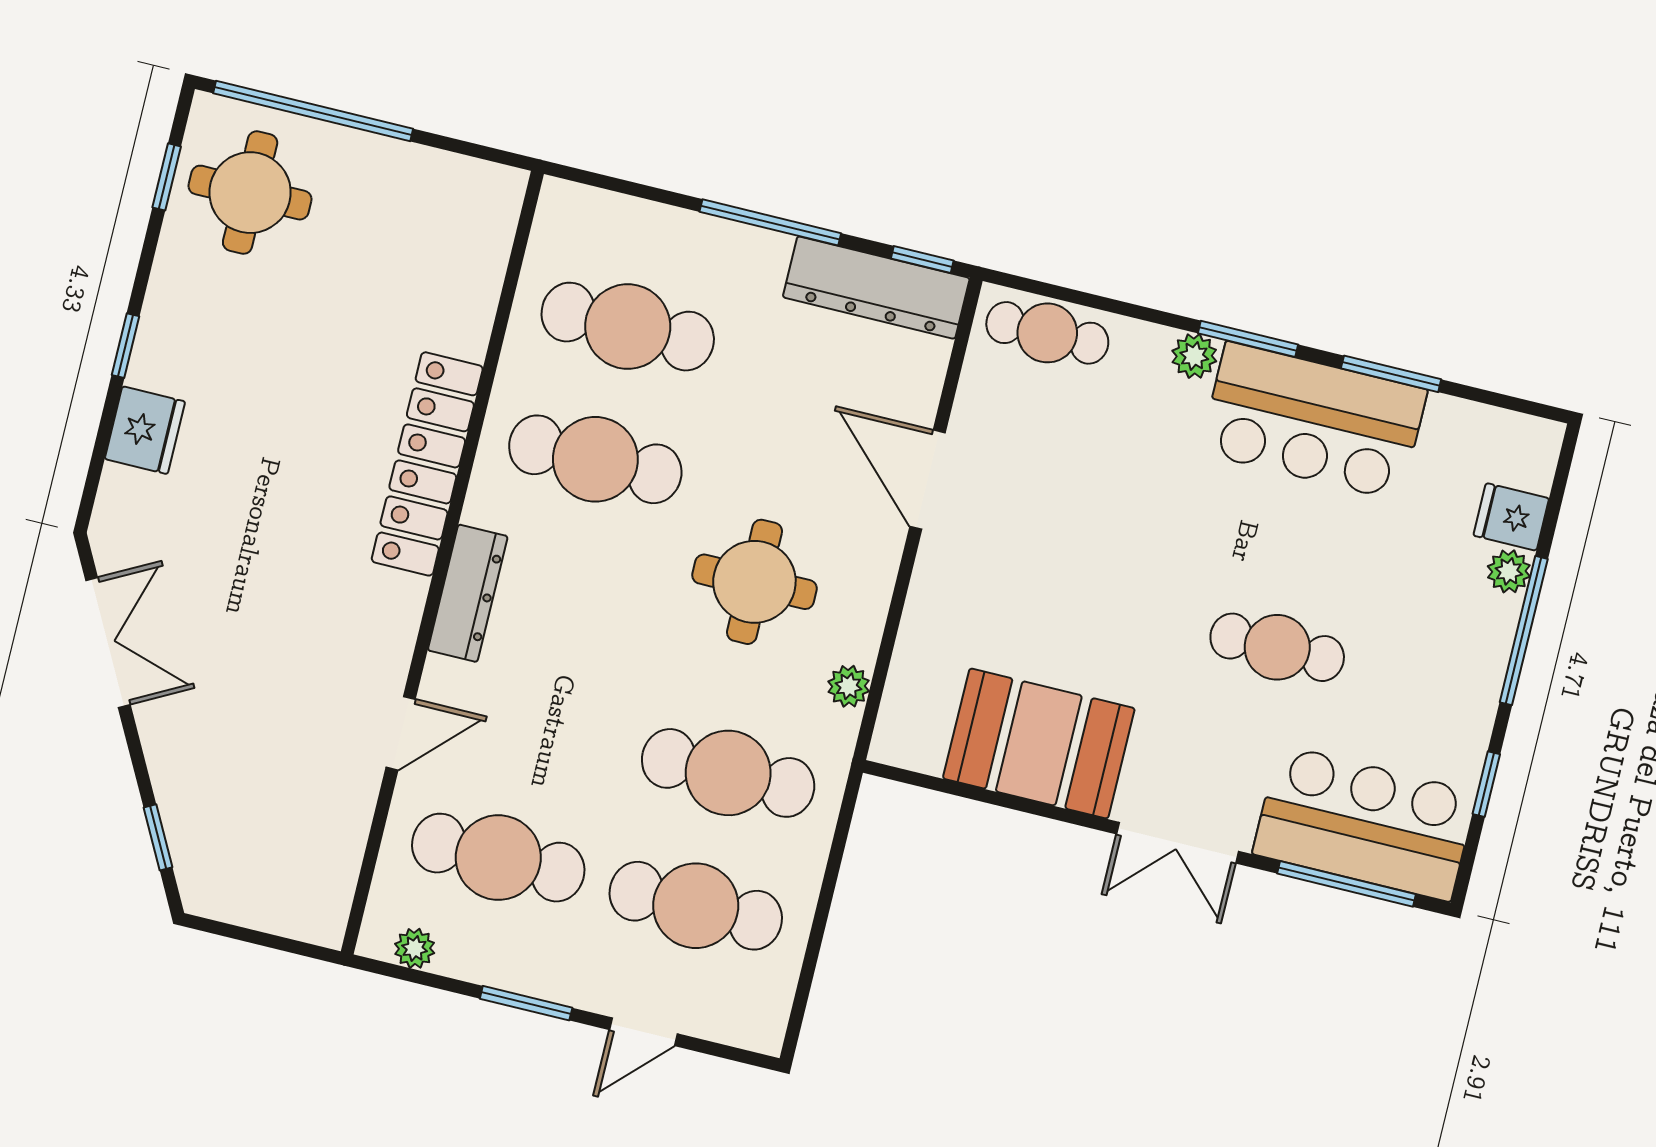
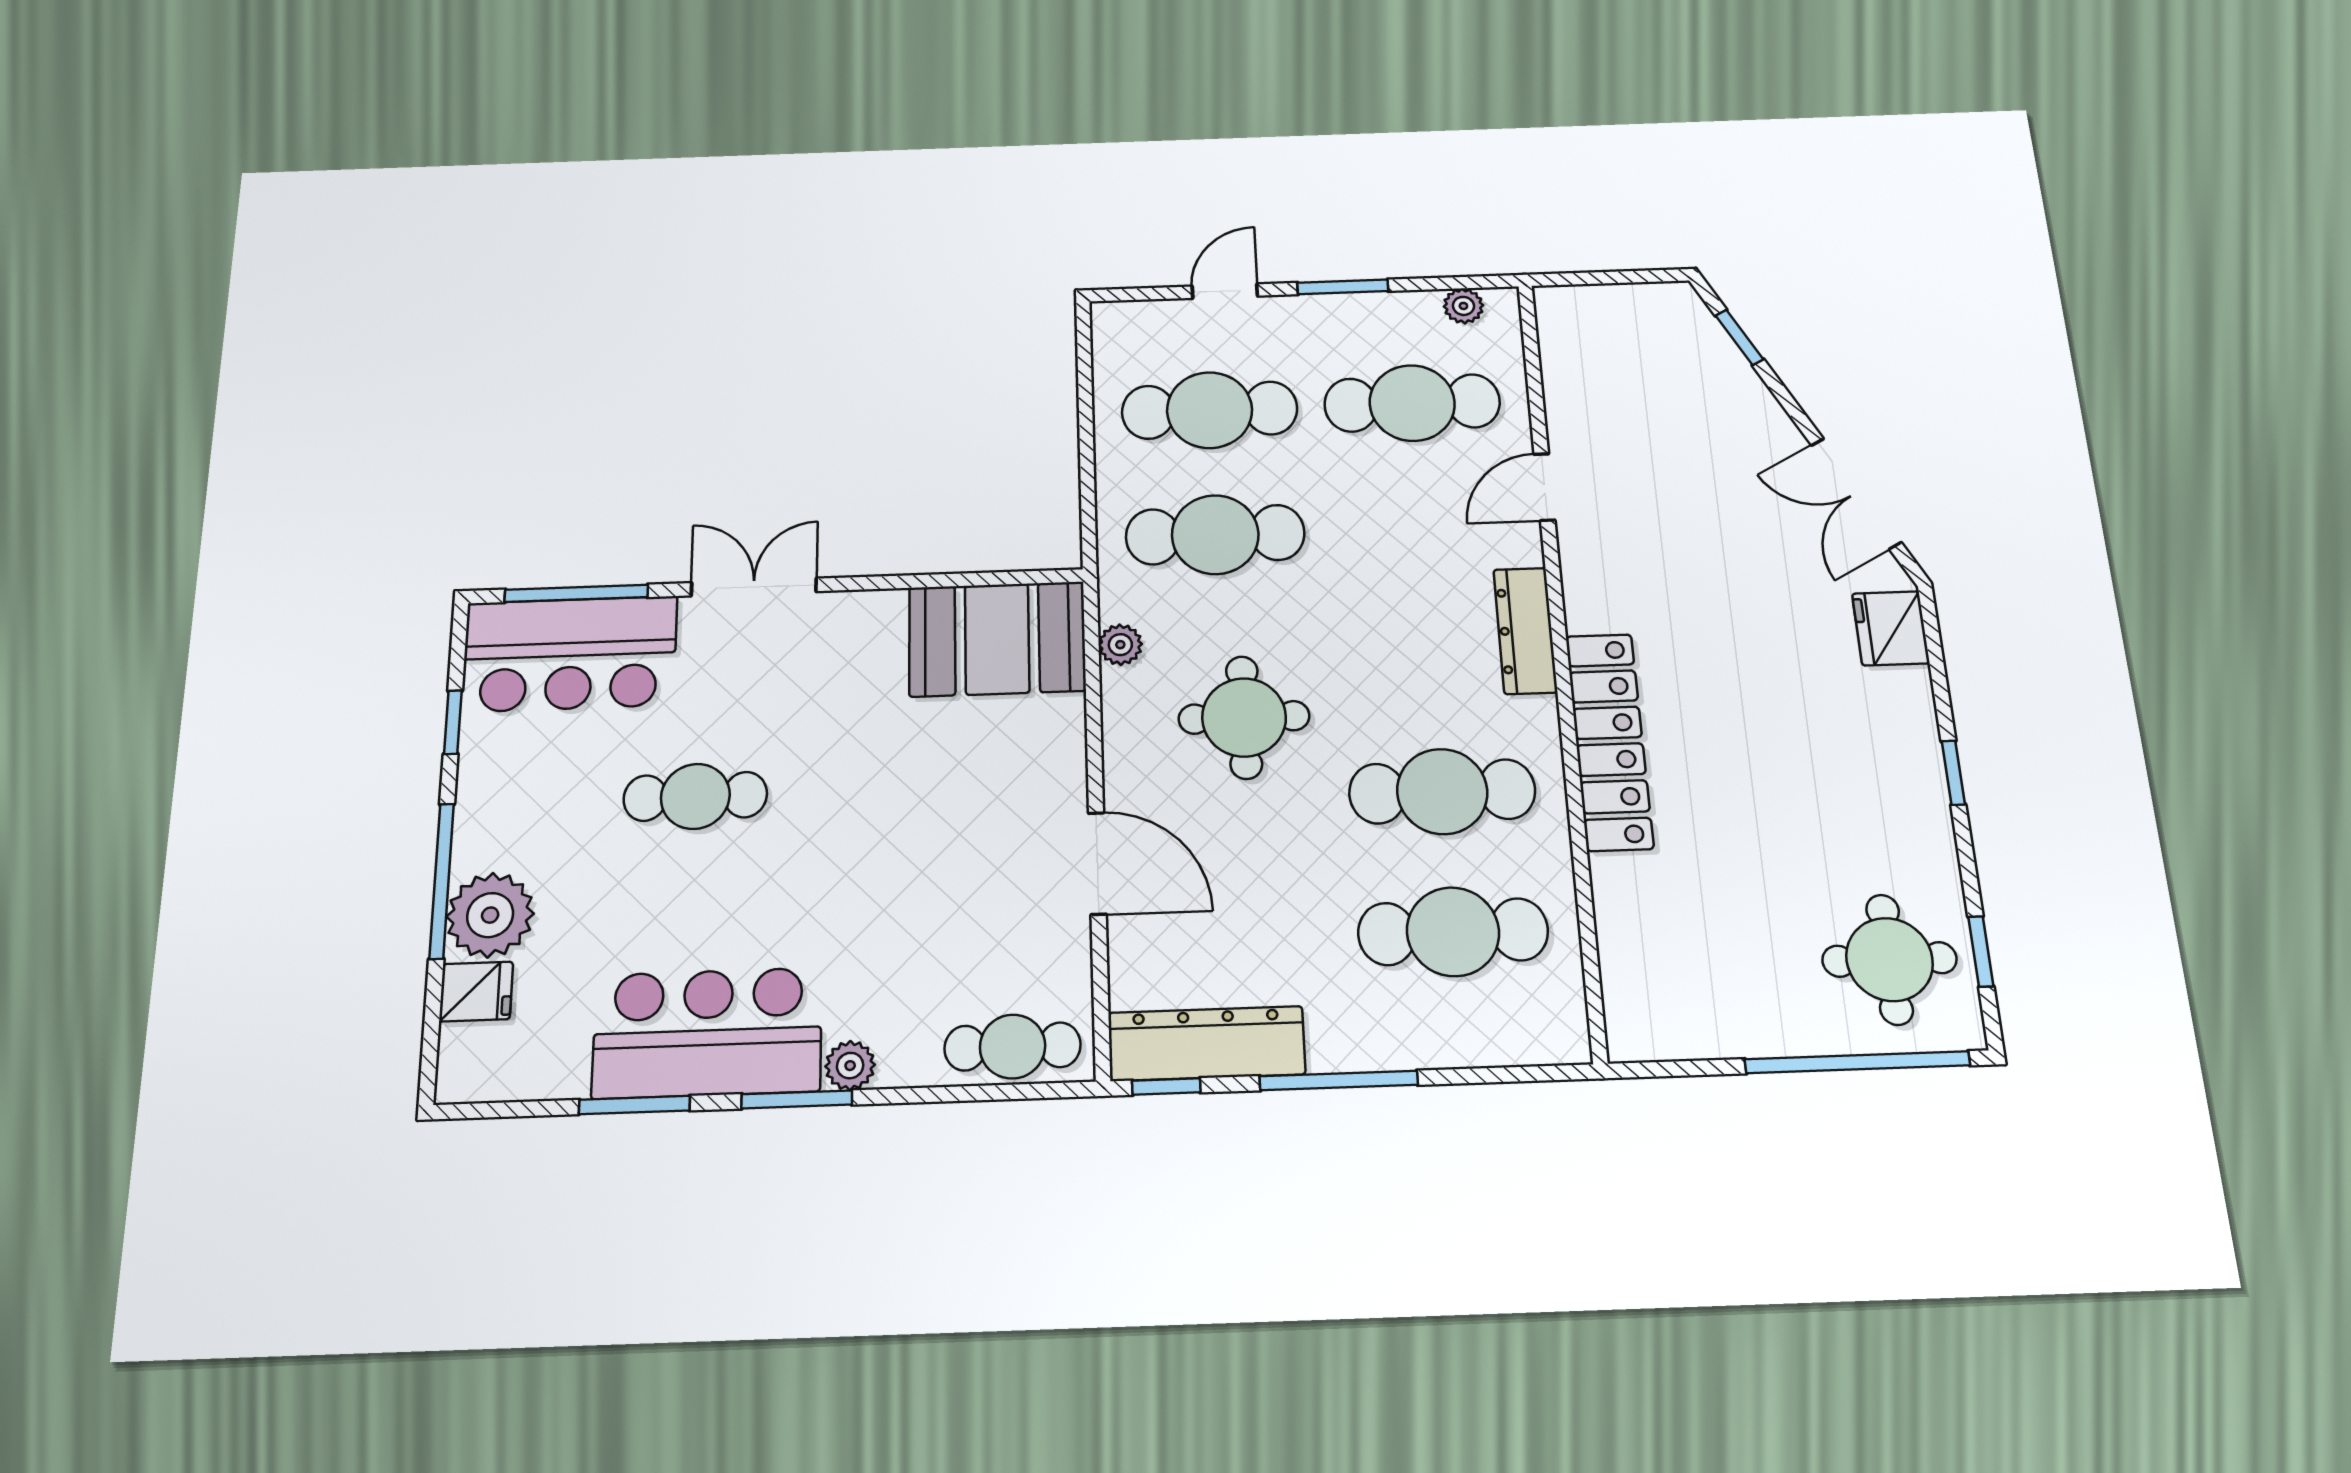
fridge: (145, 430) -> (1891, 628), moved
plant: (1509, 571) -> (490, 915), width x1.88, depth x1.88
booth: (1039, 743) -> (997, 639), moved

